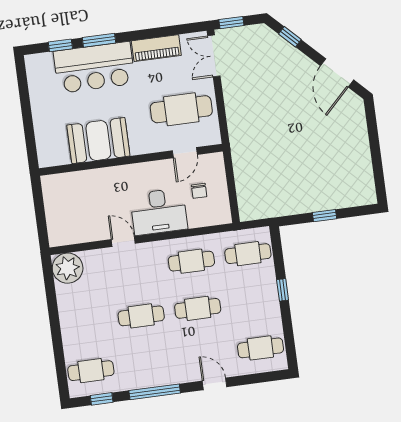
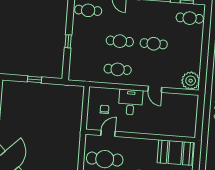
booth: (98, 141) -> (175, 153), moved
desk: (159, 212) -> (131, 102), width x0.73
cafe table: (248, 254) -> (84, 67), removed

